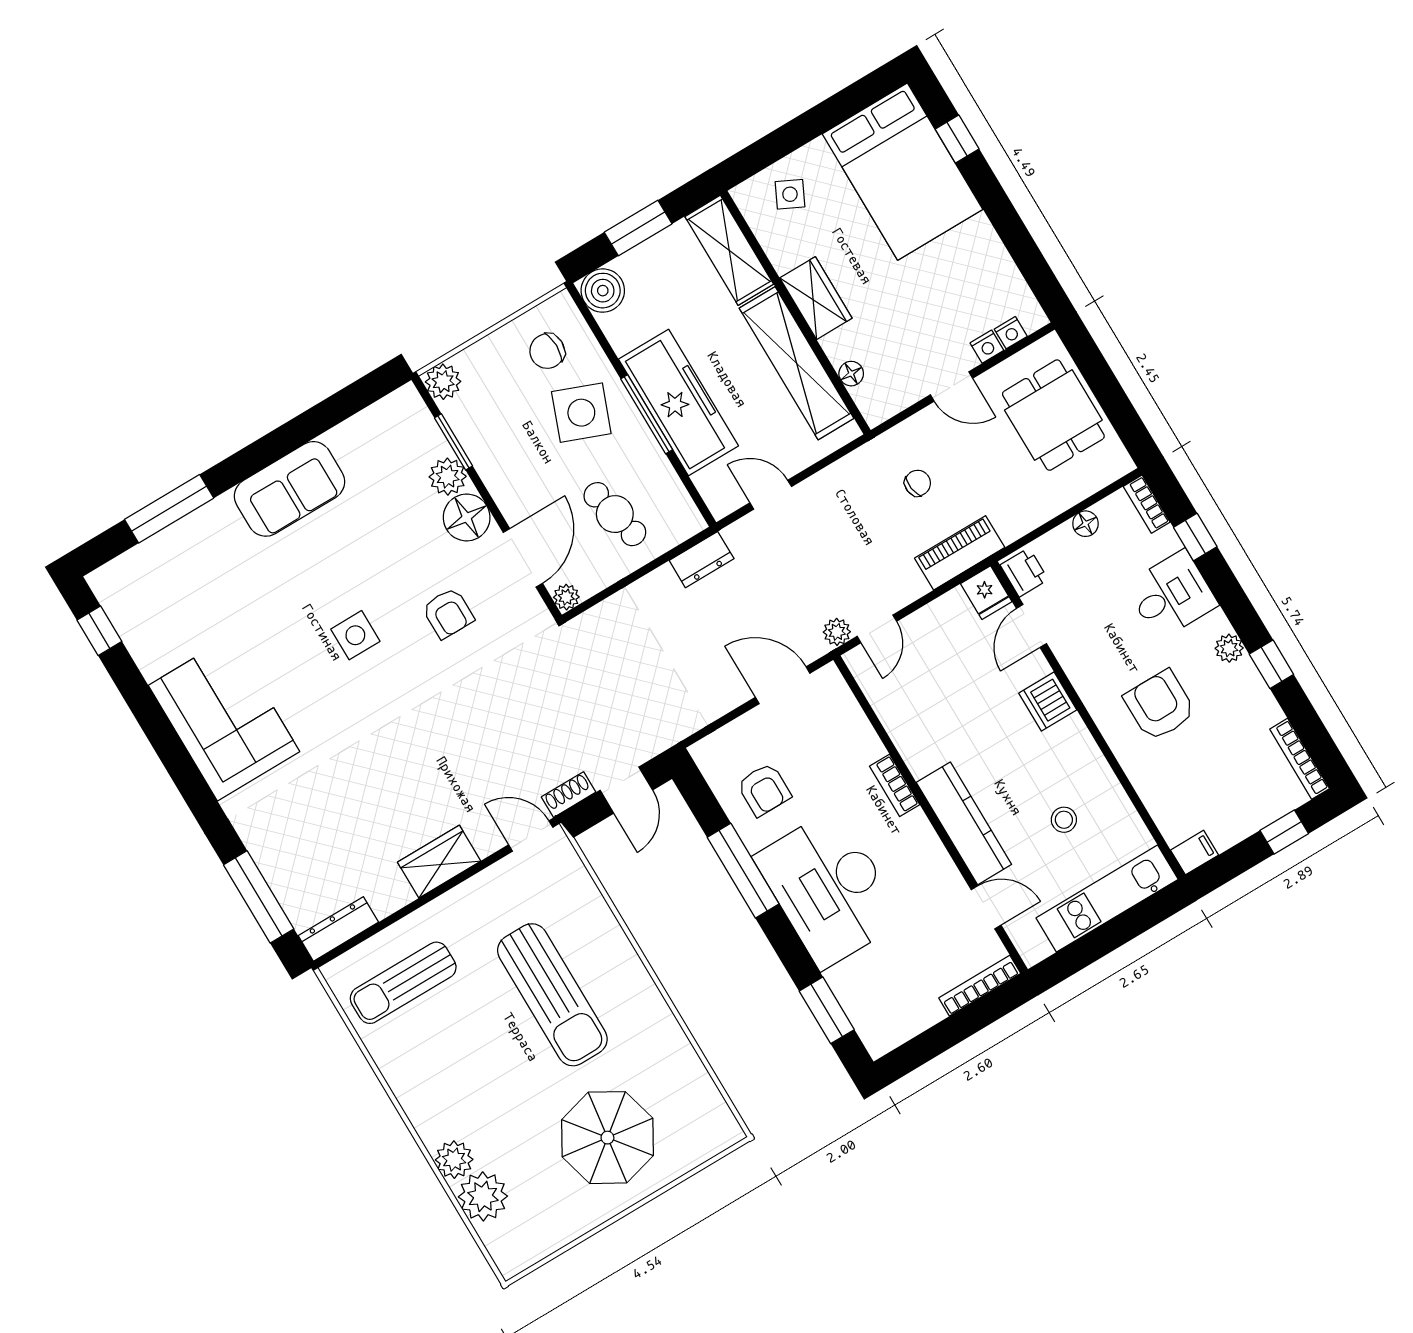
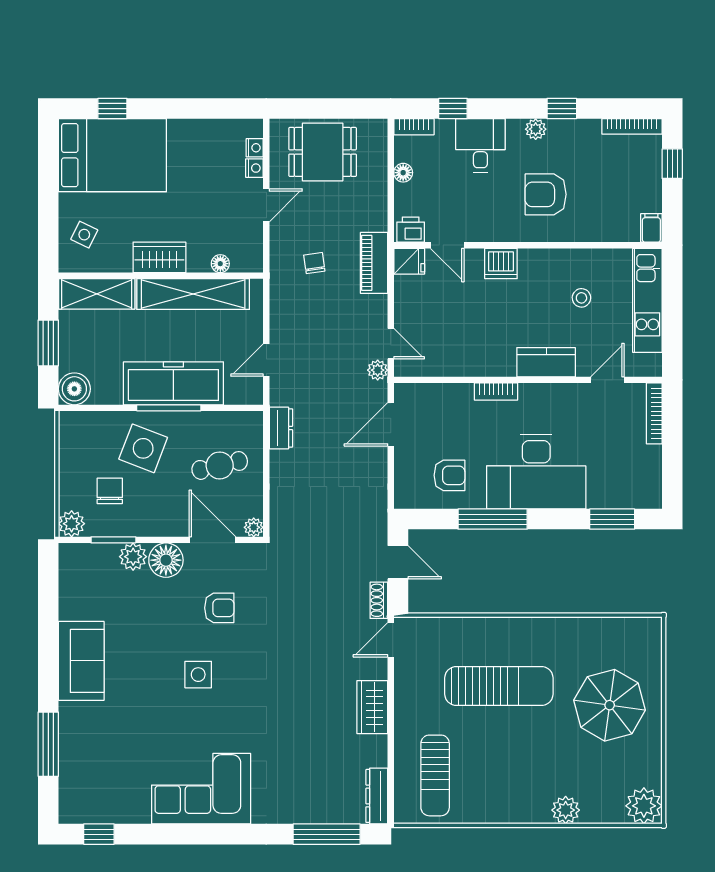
chair: (547, 351) -> (110, 491), moved, turned 180
kitchen counter: (964, 823) -> (546, 362), width x0.67
plant: (483, 1196) -> (644, 806), moved

